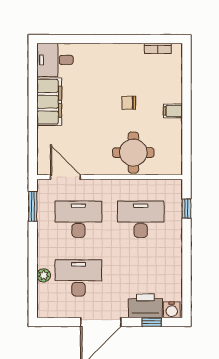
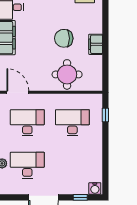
chair: (129, 103) -> (64, 38), width x1.87, depth x1.87
filing cabinet: (173, 111) -> (96, 44), width x2.00
printer: (145, 306) -> (76, 185), removed

